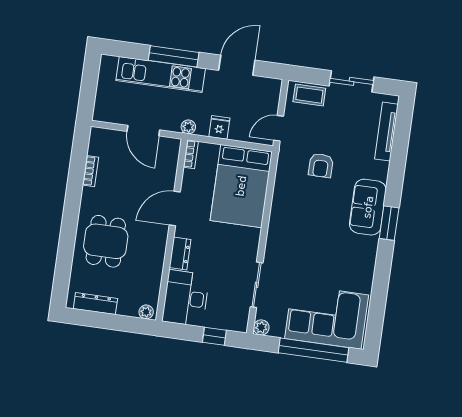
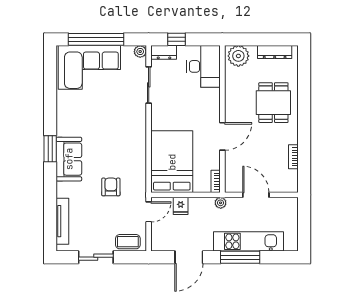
fridge: (219, 127) -> (181, 206), moved
dresser: (180, 254) -> (164, 52), moved, turned -90
plant: (146, 312) -> (238, 56), width x1.88, depth x1.88

